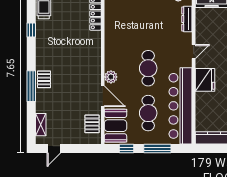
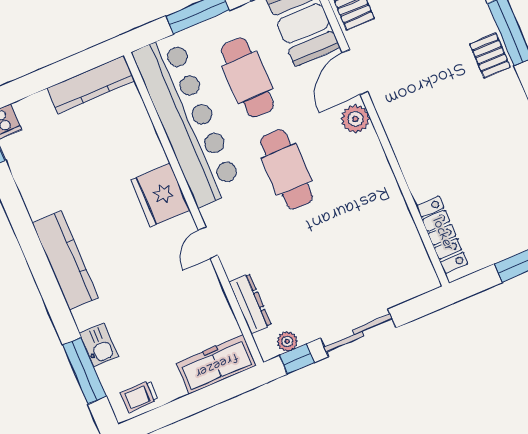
door: (103, 96) -> (355, 72), hinge flipped

